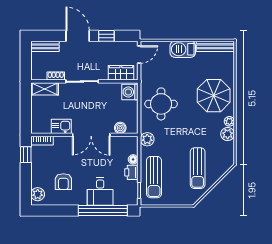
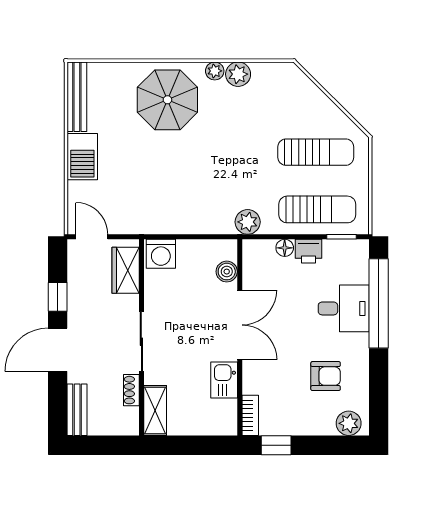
round table: (161, 104) -> (183, 197), removed
sun lounger: (198, 168) -> (316, 152), moved

